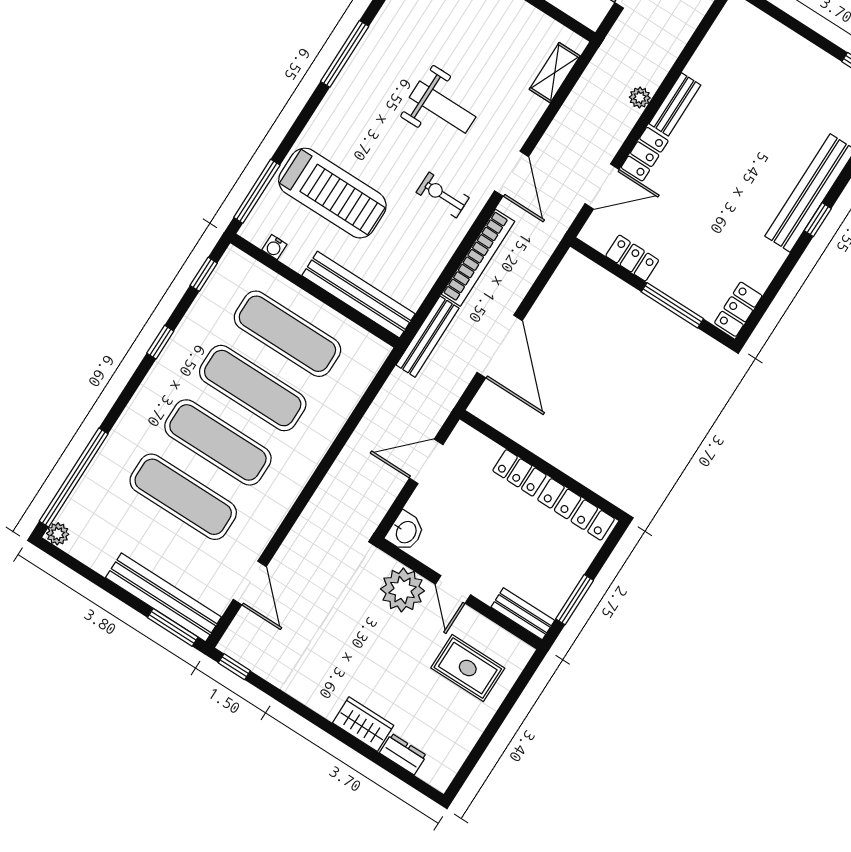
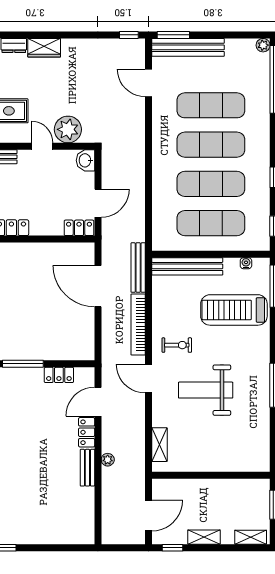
weight bench: (443, 107) -> (206, 390), width x1.36, depth x1.33
locker: (519, 473) -> (79, 228), moved

